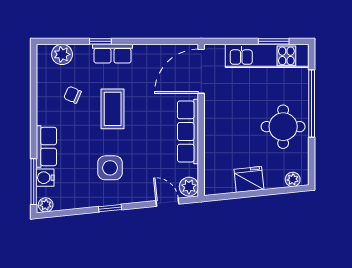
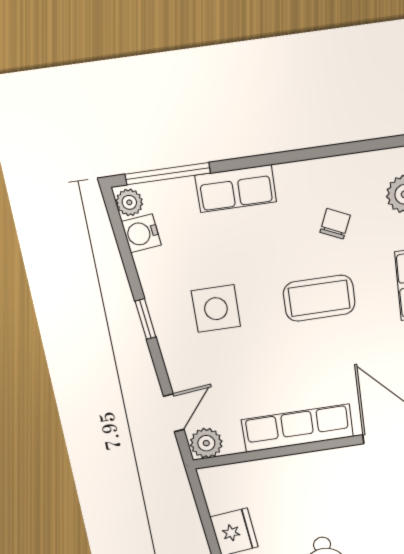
water cooler: (45, 178) -> (141, 233), moved, turned -96

